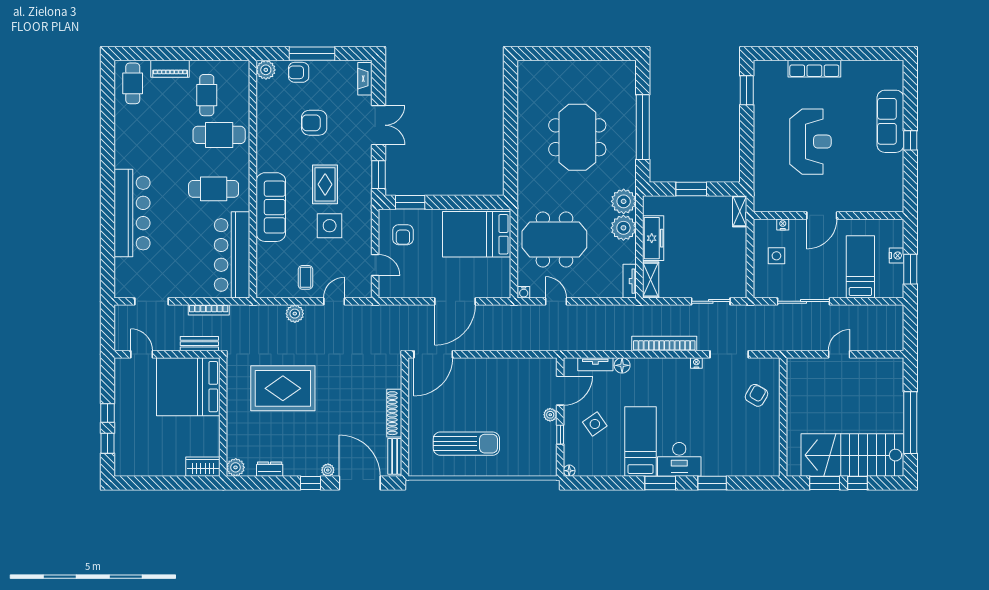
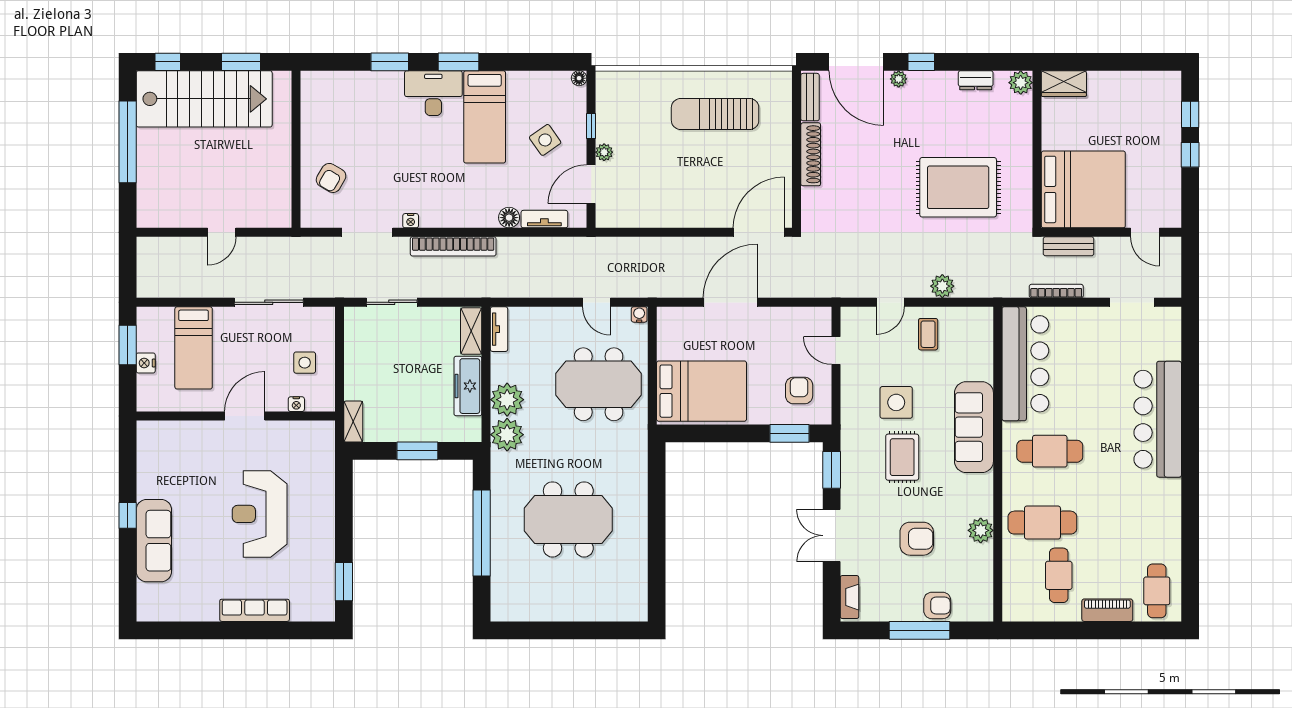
plant: (266, 70) -> (981, 530), moved
meeting table: (577, 137) -> (568, 519), turned 90
window: (857, 483) -> (168, 62), moved

